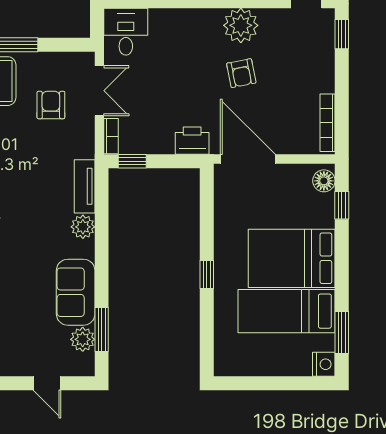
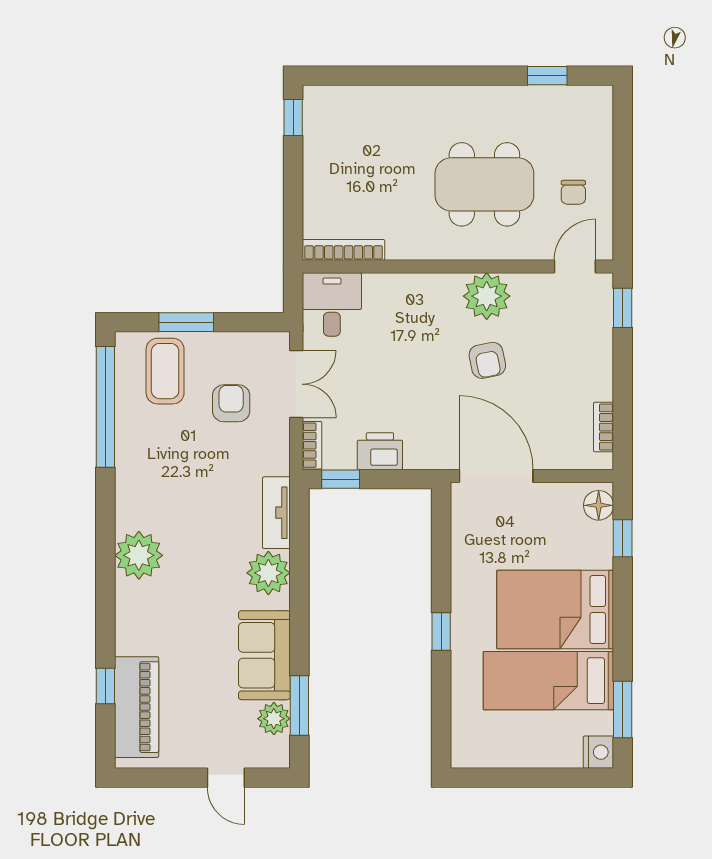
bookcase: (328, 123) -> (604, 427), width x0.64
printer: (192, 141) -> (380, 451), moved
plant: (83, 227) -> (268, 573), width x1.36, depth x1.36

